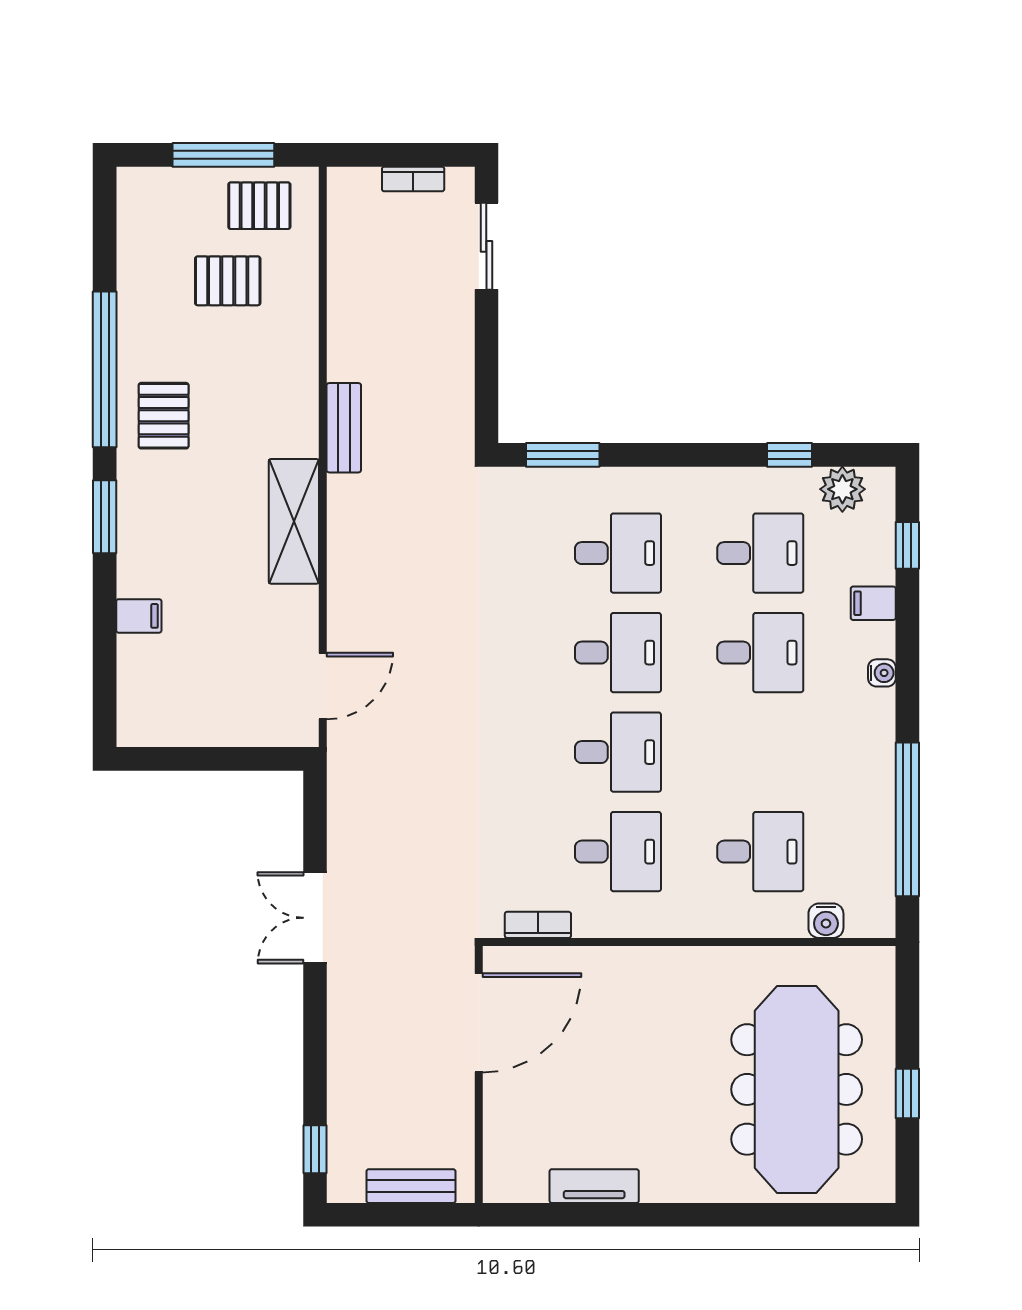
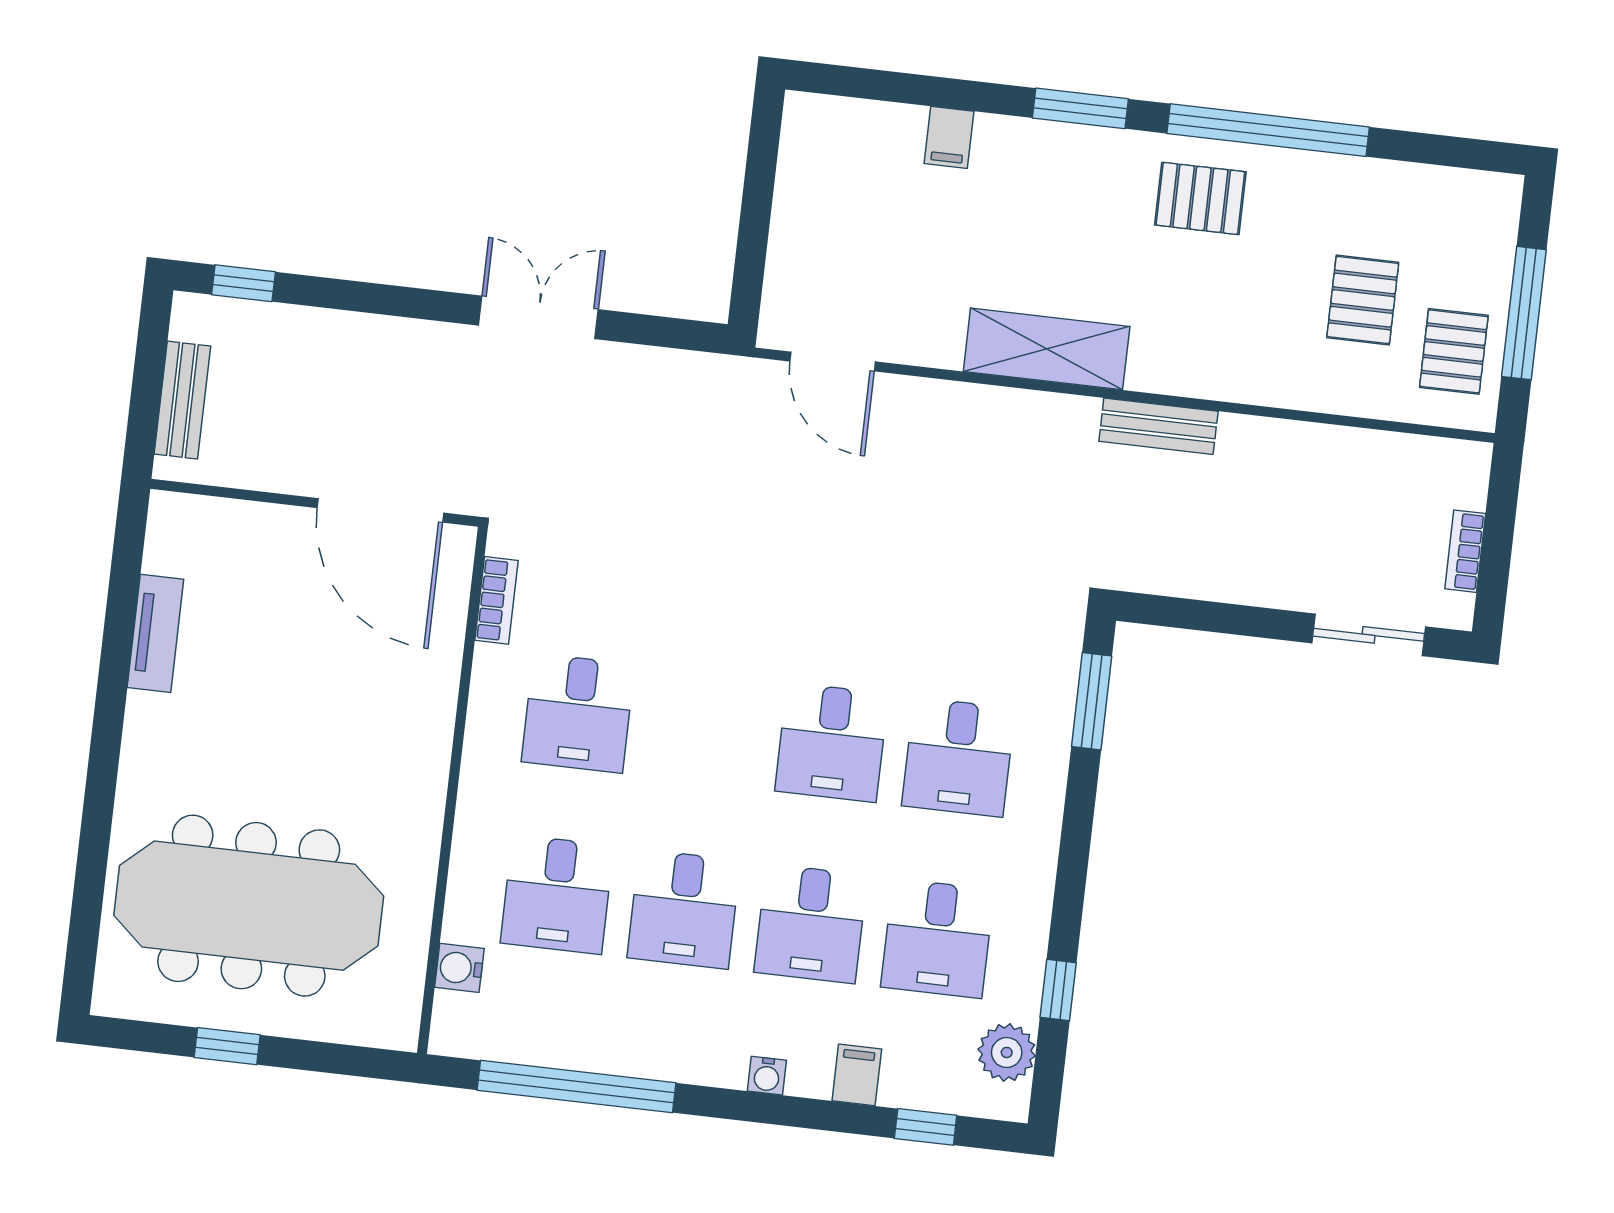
desk: (618, 752) -> (684, 909), moved

